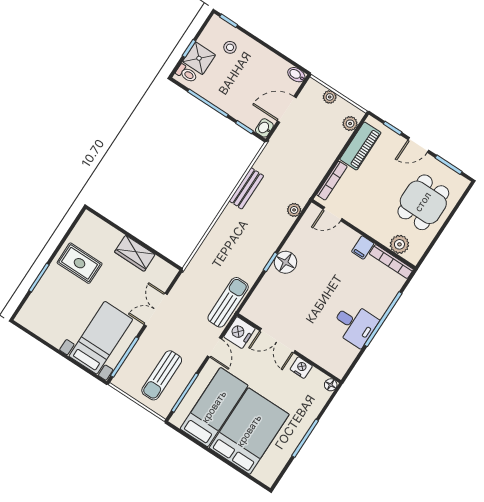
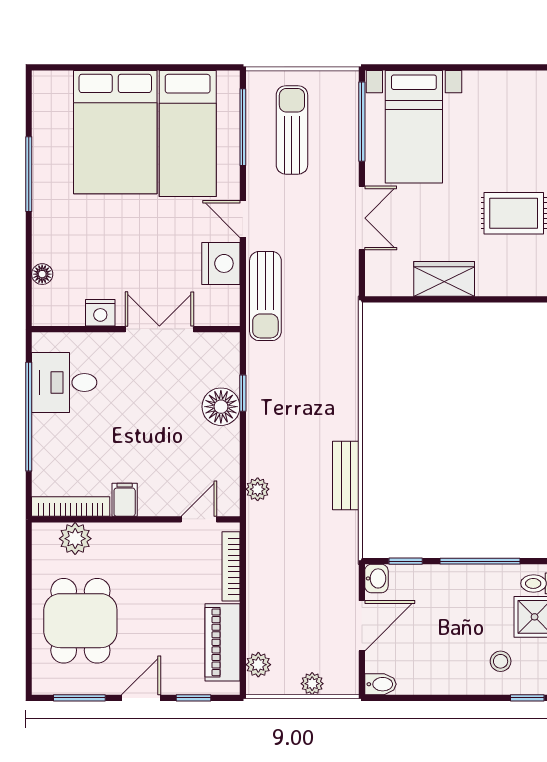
double door: (277, 341) -> (159, 329), moved
wall: (289, 348) -> (136, 329), moved
nightstand: (301, 368) -> (100, 313), moved

